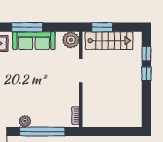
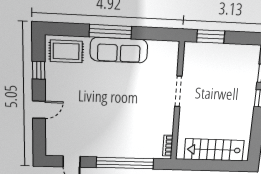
plant: (71, 40) -> (168, 51), removed
stairs: (109, 41) -> (214, 150), moved, turned 180
plant: (25, 121) -> (104, 150), removed

